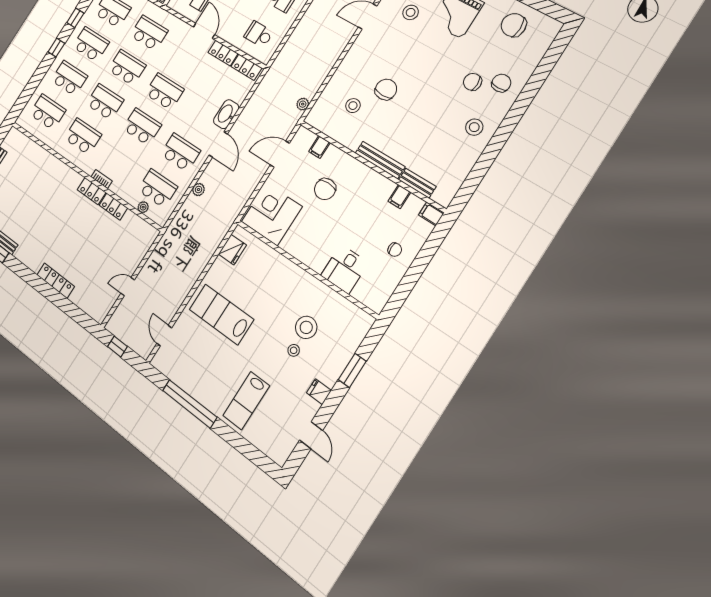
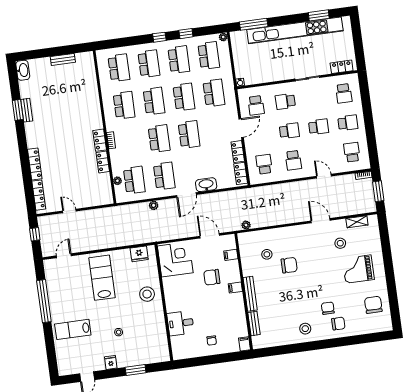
filing cabinet: (399, 197) -> (235, 288), moved
locker: (86, 305) -> (39, 195), added
stool: (306, 327) -> (147, 294), moved

